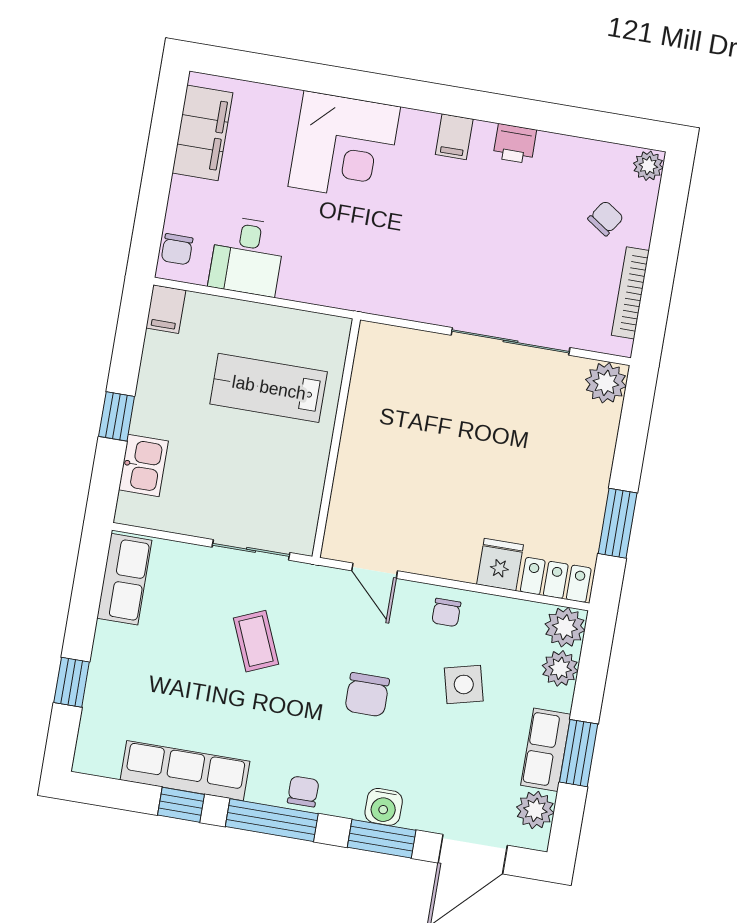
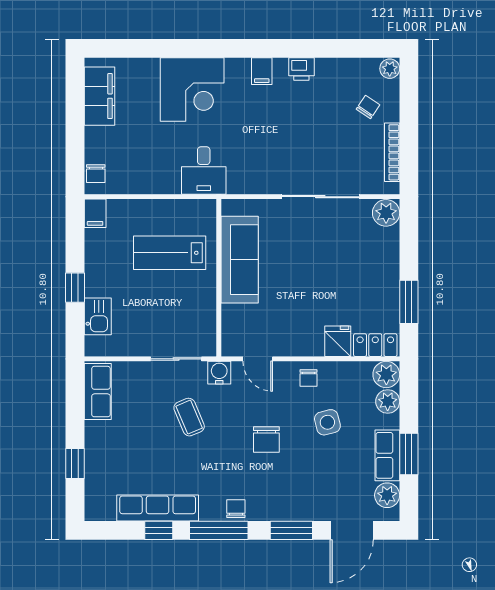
desk: (247, 256) -> (204, 170), moved
sofa: (372, 416) -> (240, 260), added
water cooler: (384, 807) -> (219, 373), moved, turned 180

